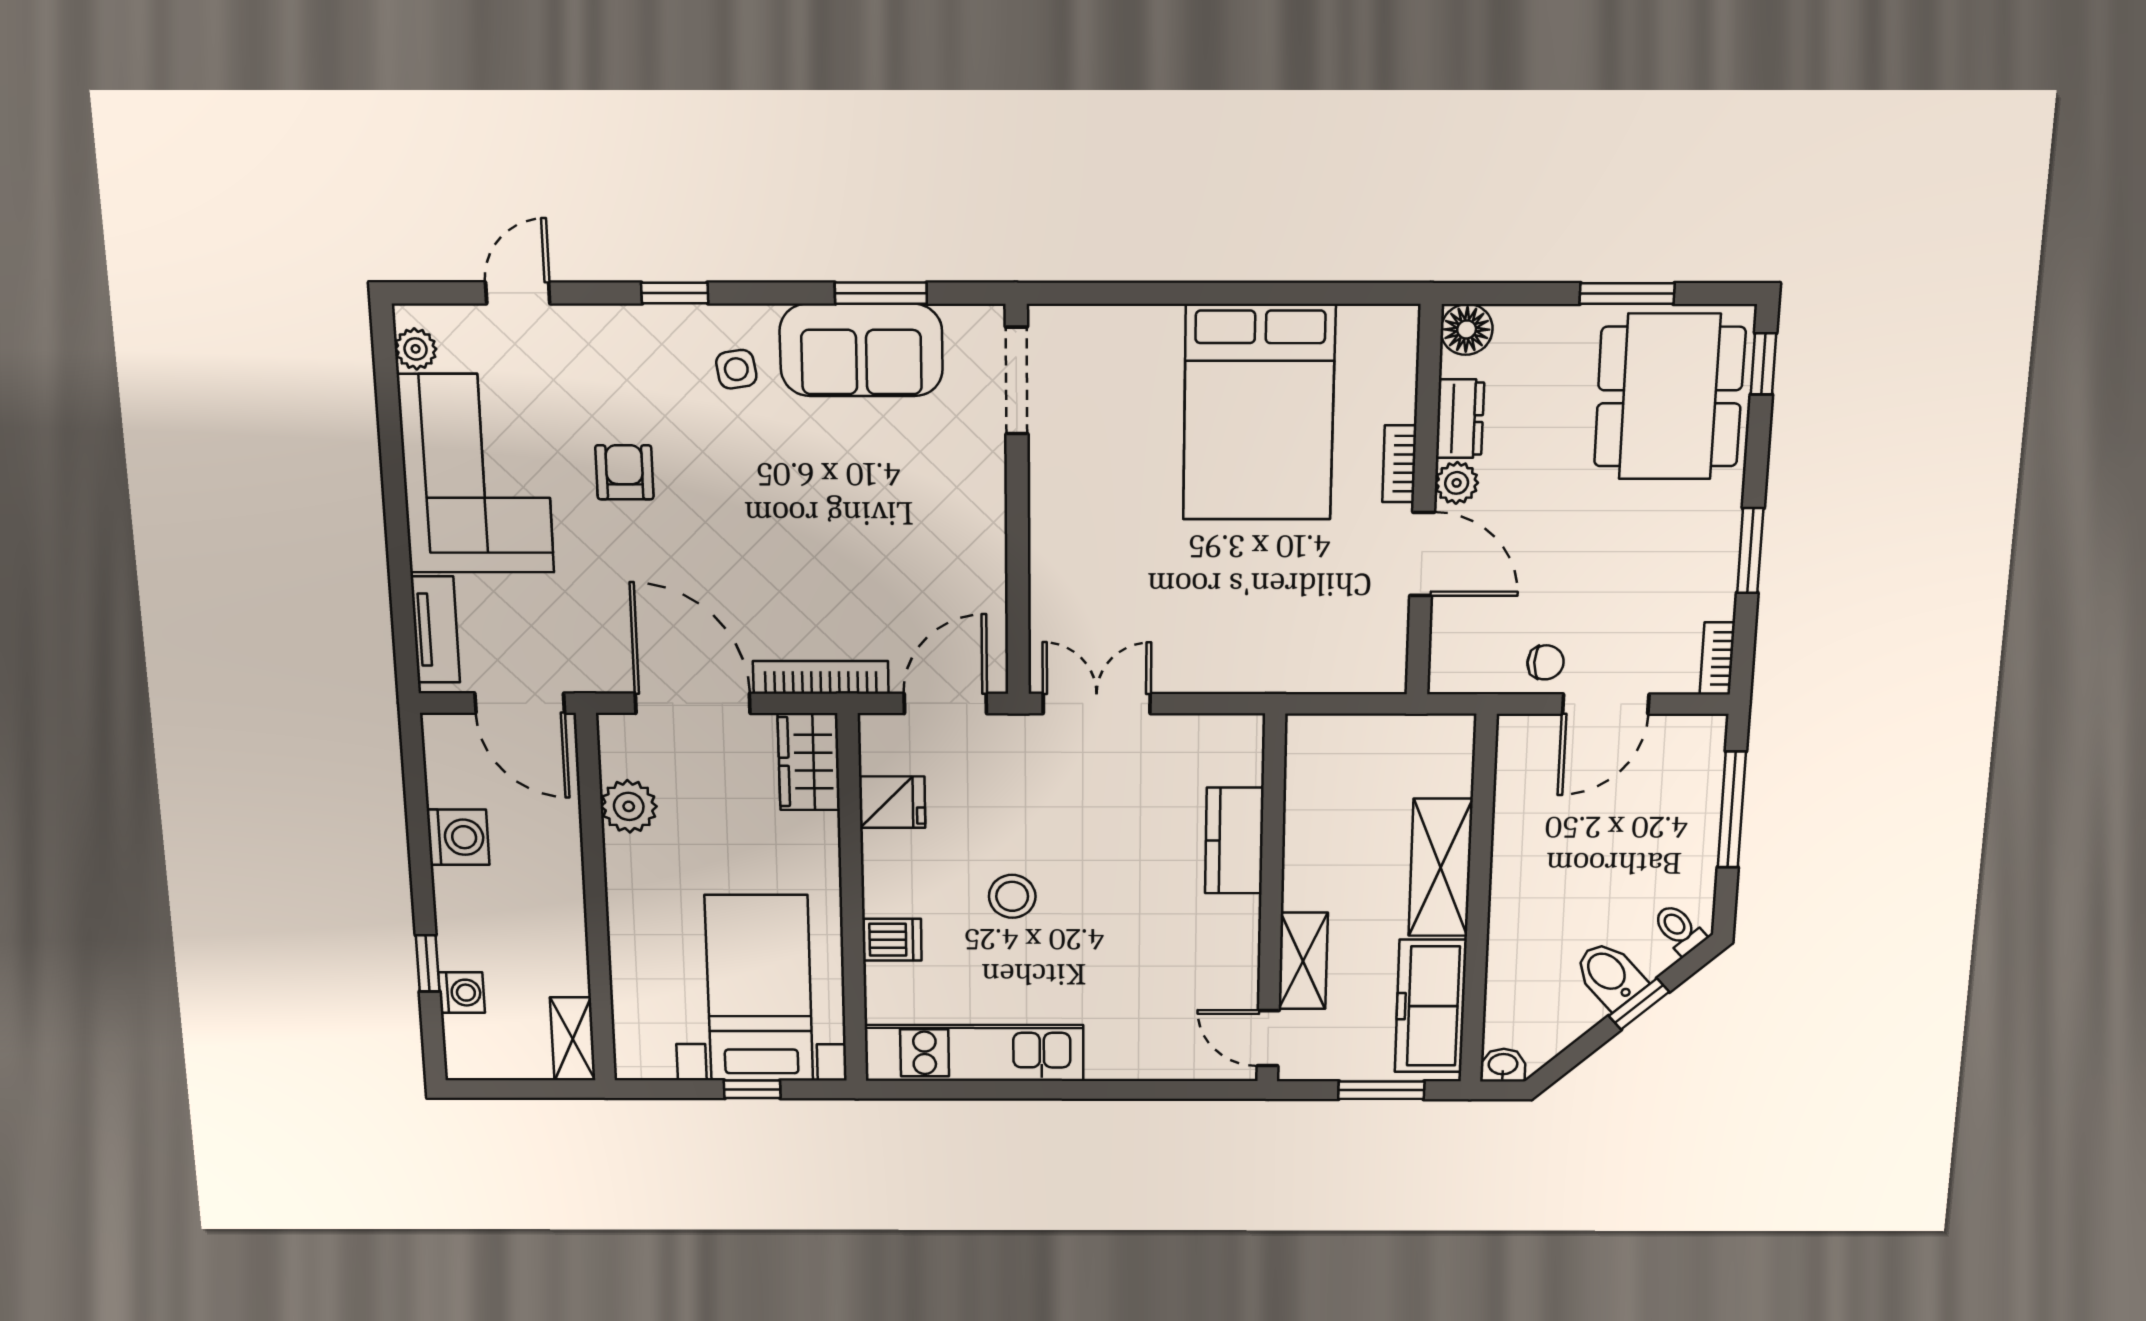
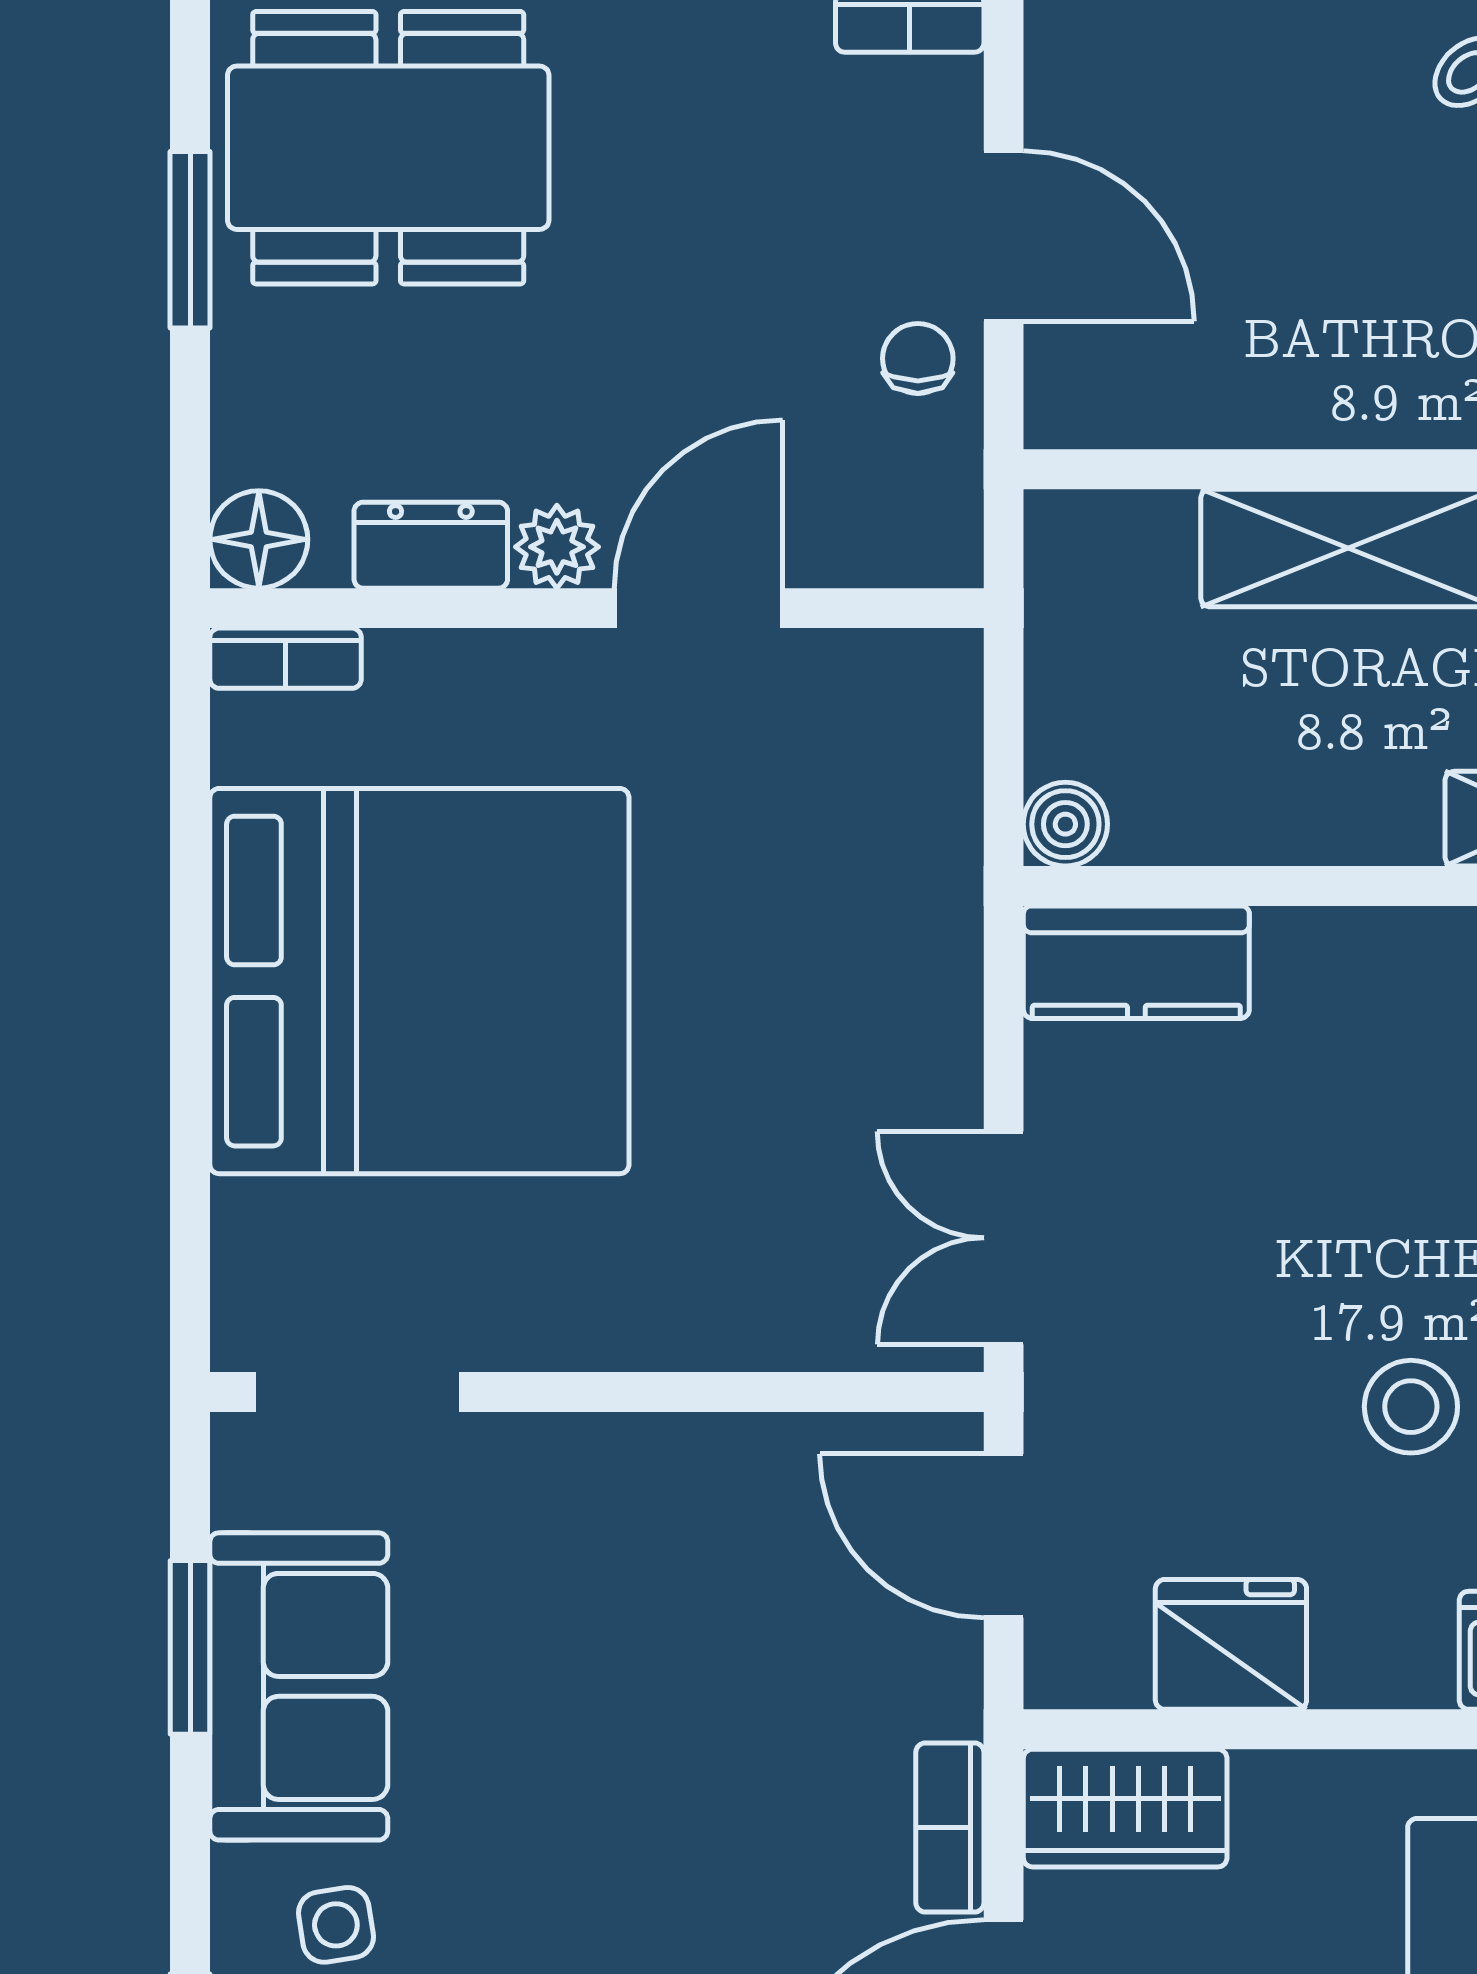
bed: (1259, 413) -> (419, 981), width x1.36
bookcase: (1399, 464) -> (286, 658), moved
bookcase: (821, 677) -> (950, 1828), width x0.64
boiler: (1306, 734) -> (1065, 824), added
fridge: (892, 802) -> (1231, 1644), width x1.38
kitchen counter: (1234, 841) -> (1136, 962), moved

